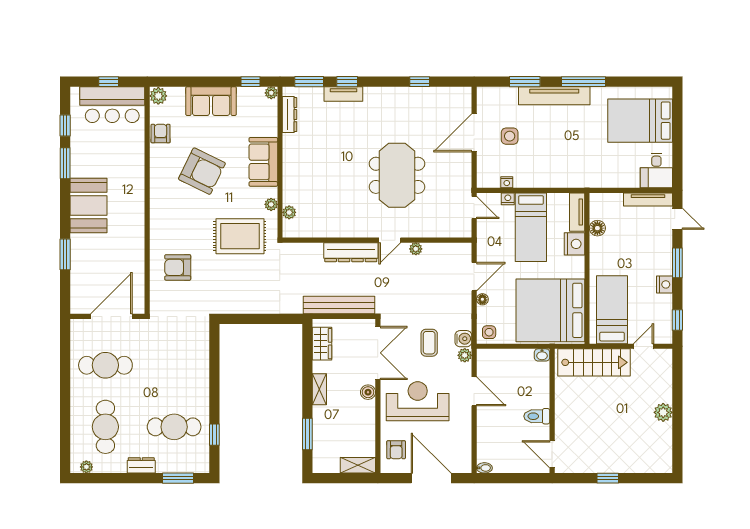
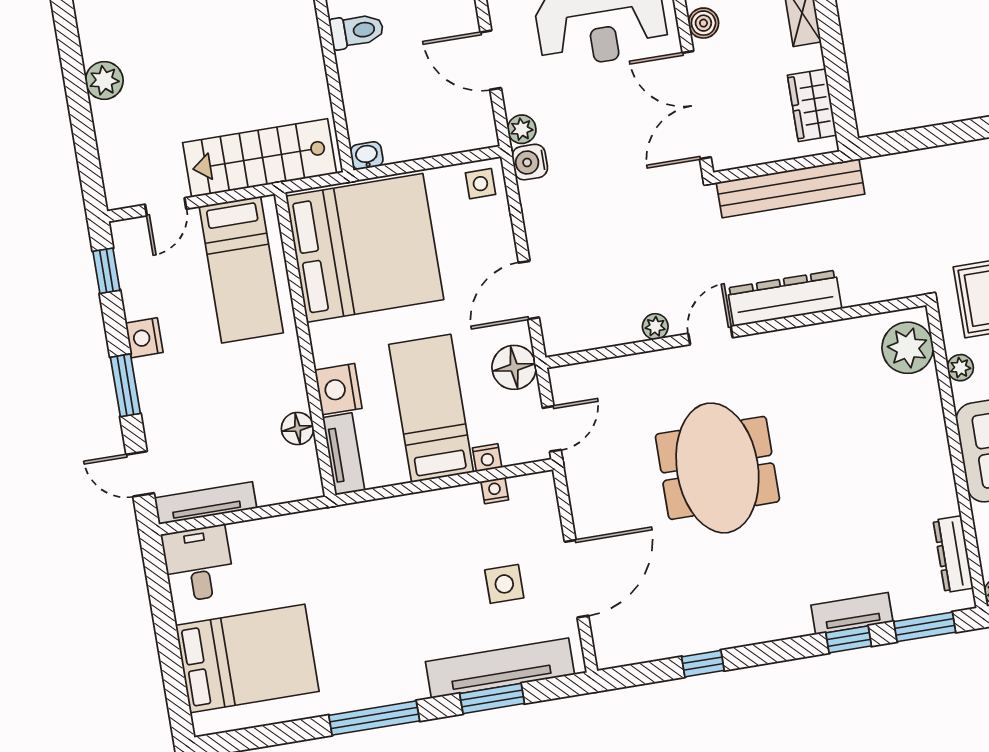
tv unit: (554, 96) -> (500, 668), moved
door: (474, 208) -> (552, 429), swing flipped
plant: (289, 212) -> (908, 348), width x1.88, depth x1.88
floor lamp: (482, 299) -> (514, 367), moved, width x1.89, depth x1.89
coffee table: (429, 343) -> (597, 143), removed

